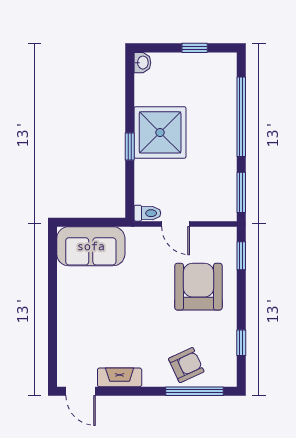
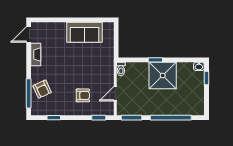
window: (195, 48) -> (207, 78), moved
door: (176, 224) -> (115, 94), moved
sofa: (91, 246) -> (84, 32), moved, turned -90
armchair: (198, 287) -> (83, 95), width x0.53, depth x0.53

